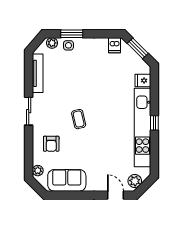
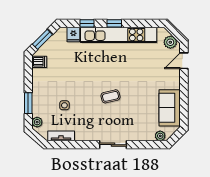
side table: (68, 45) -> (64, 105), moved
tv unit: (38, 73) -> (61, 136), width x0.71
window: (154, 95) -> (87, 23), added
sliding door: (29, 111) -> (113, 145), moved
armchair: (51, 144) -> (134, 123), removed

